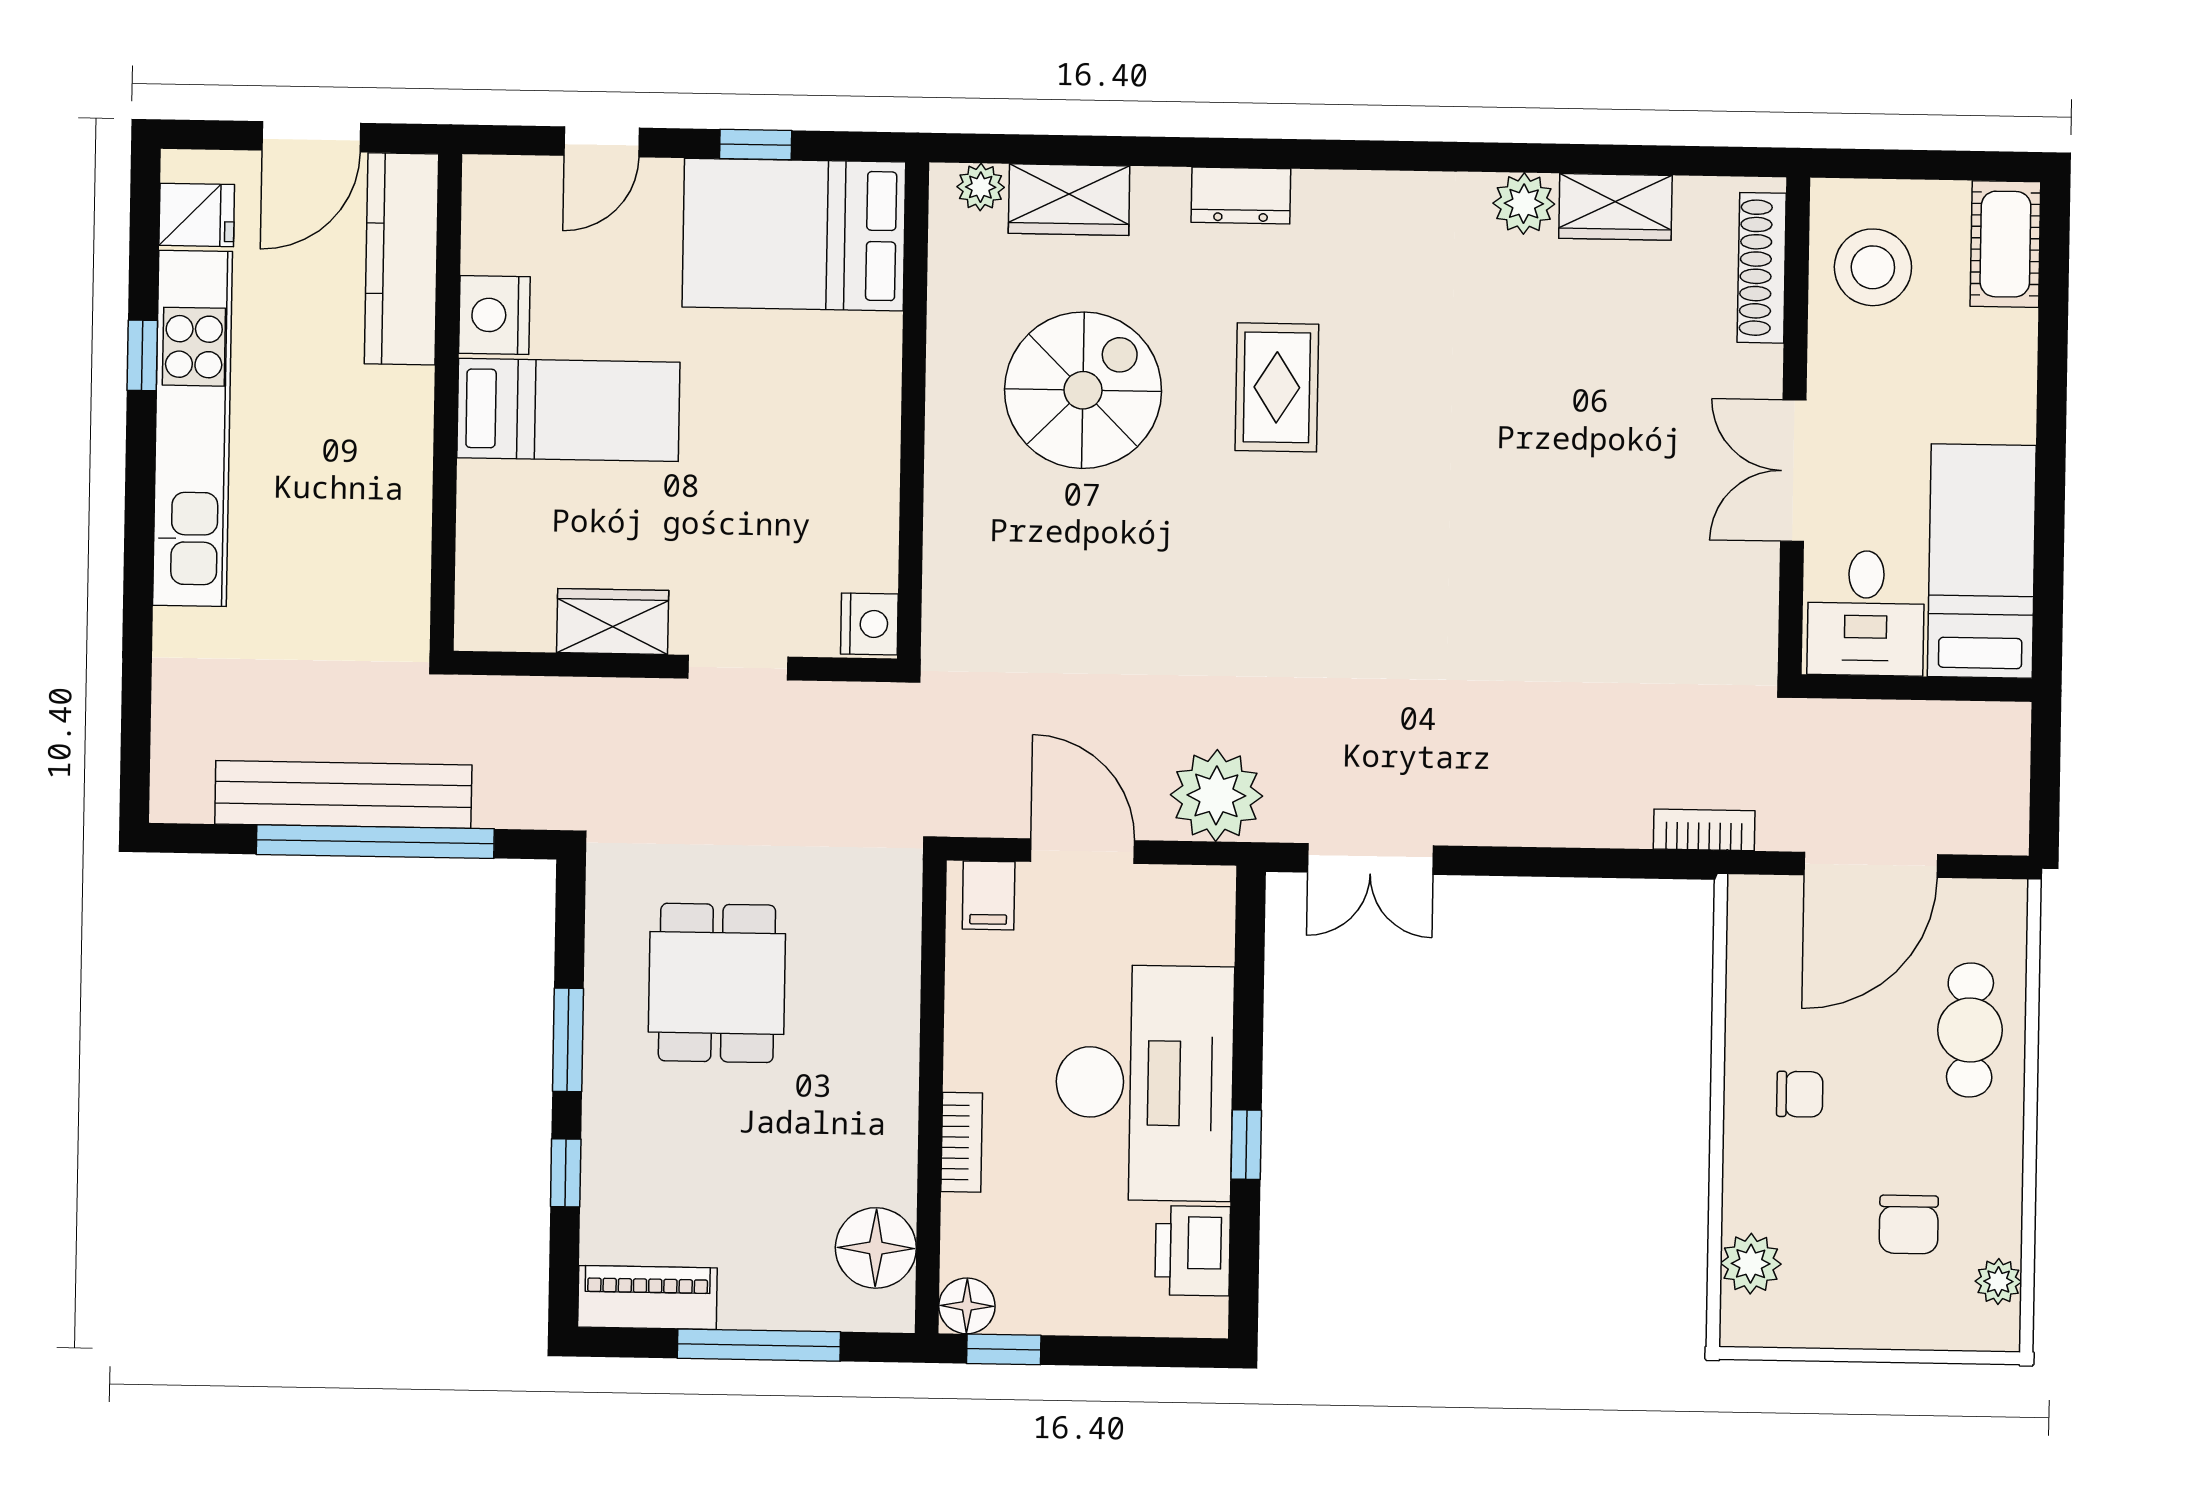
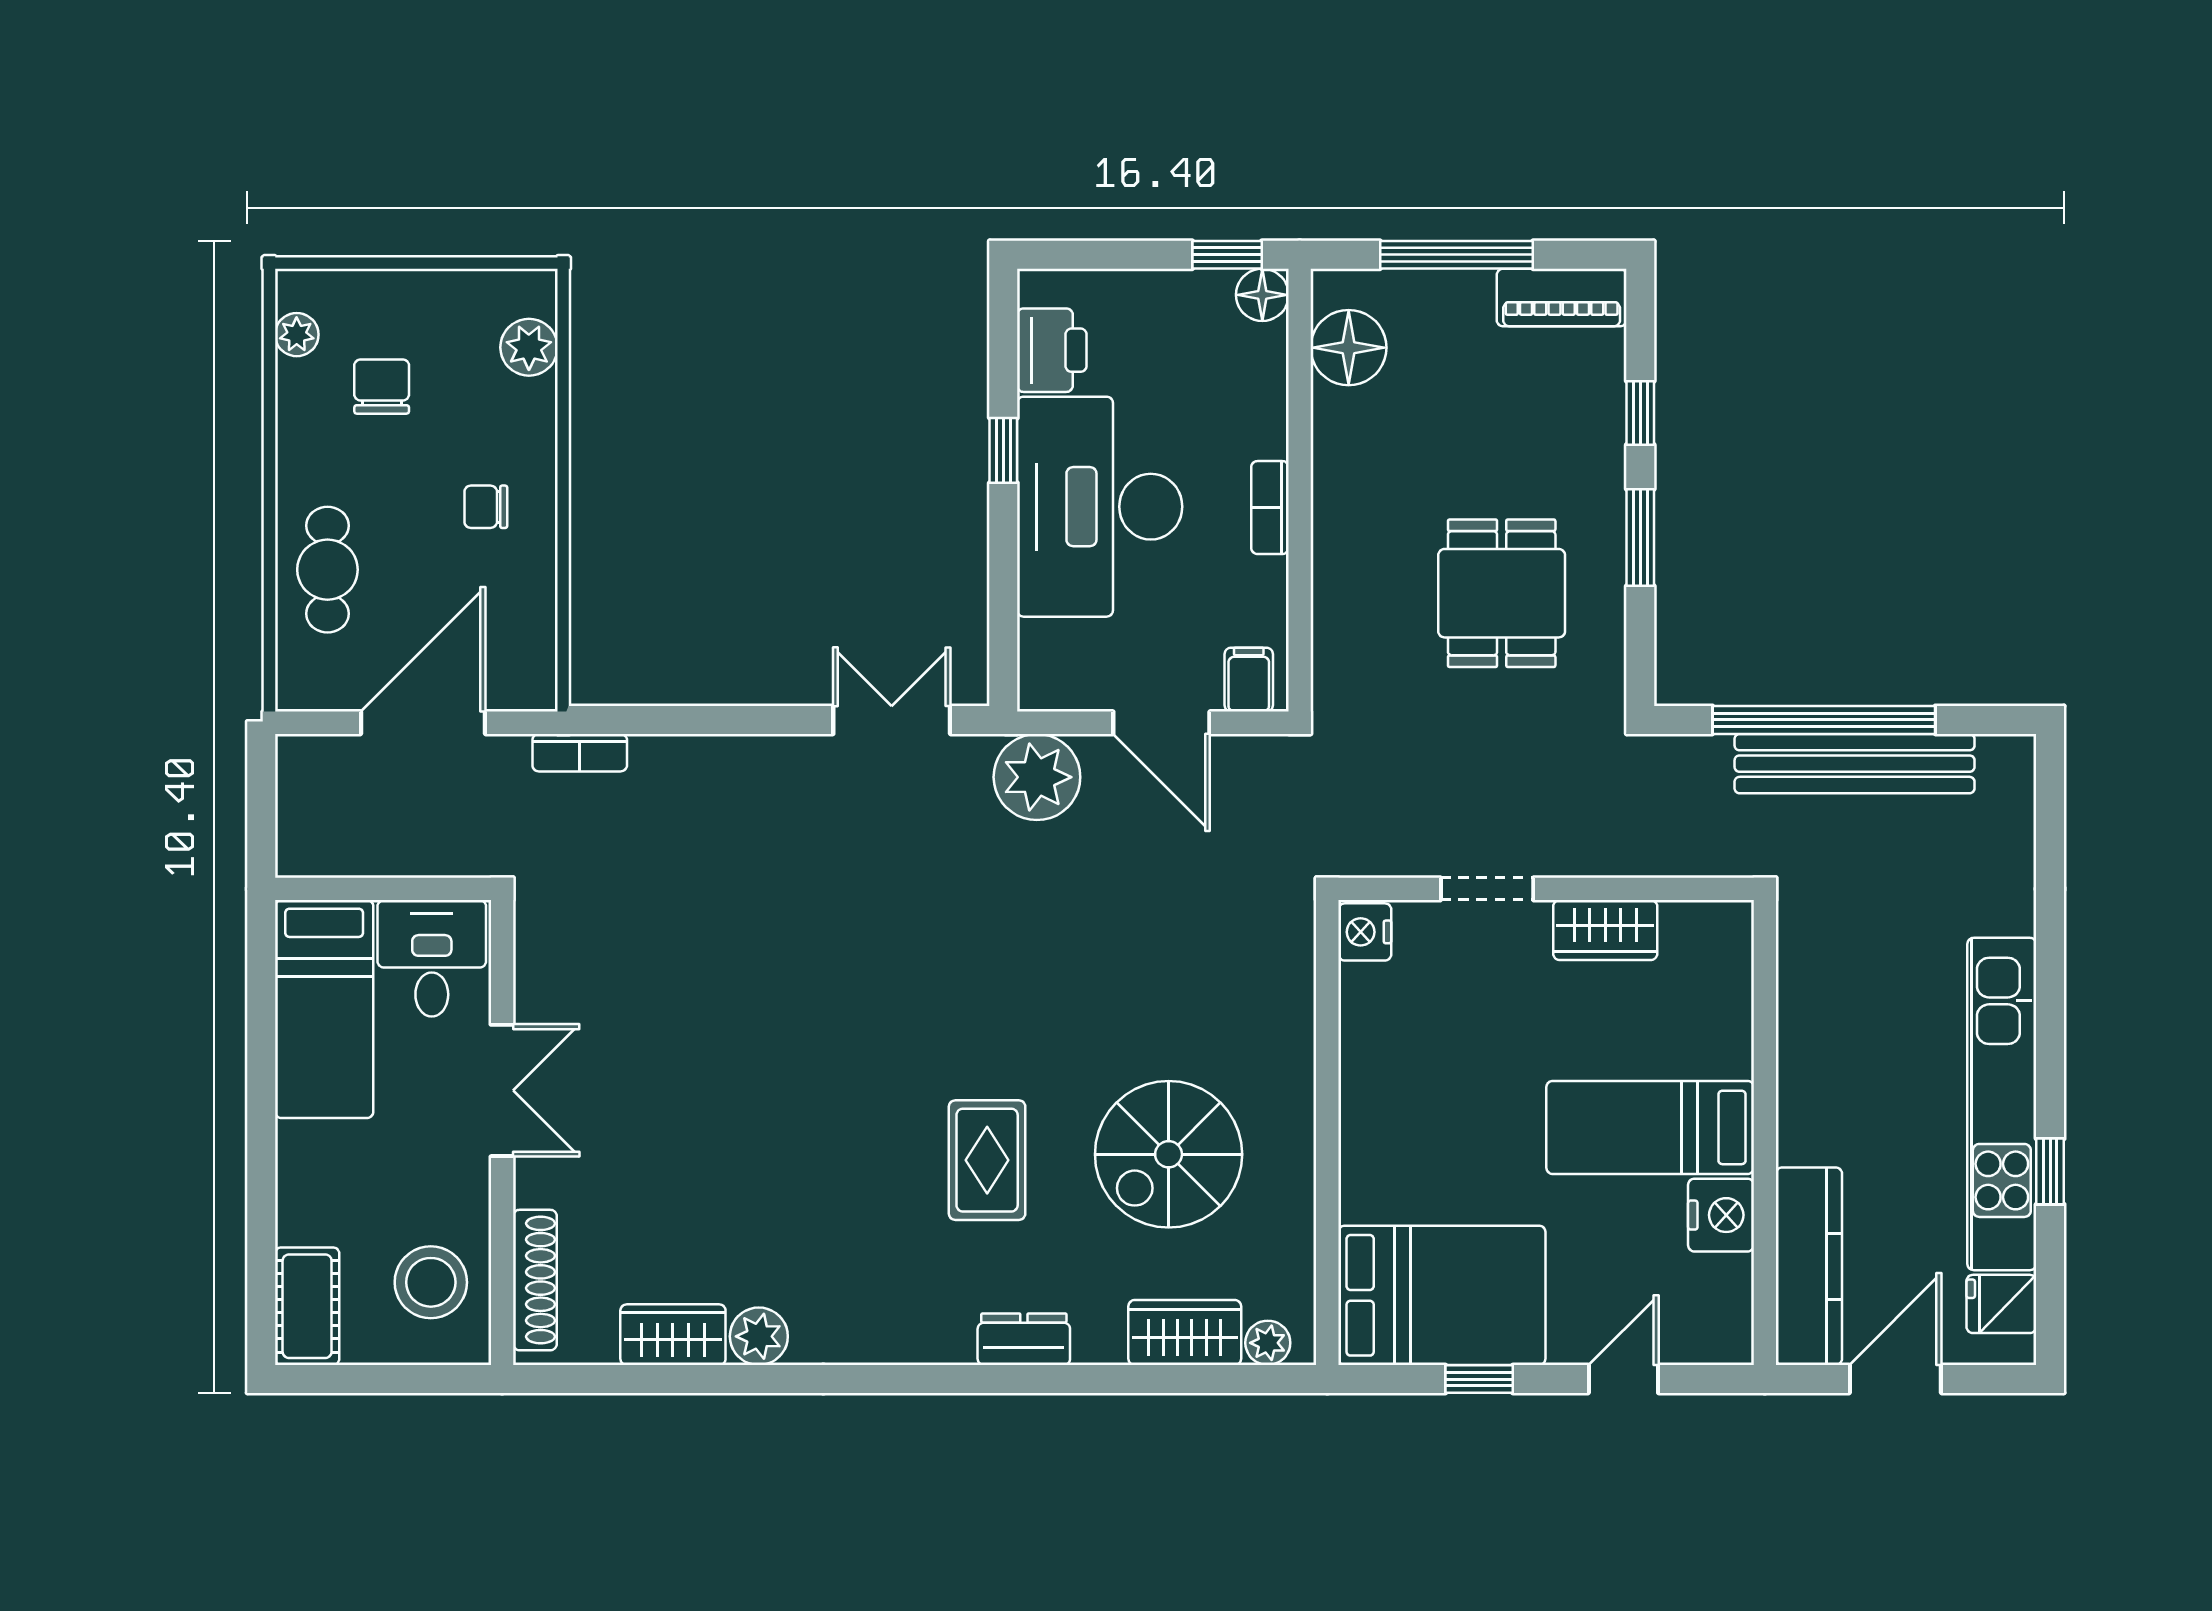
bookcase: (962, 1142) -> (1270, 508), moved

